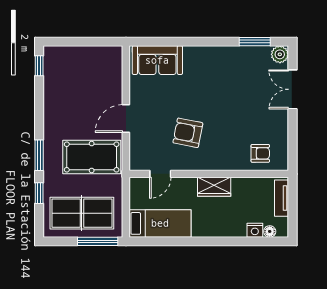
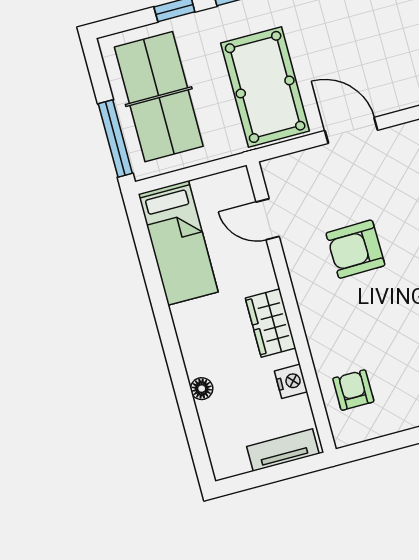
armchair: (188, 133) -> (355, 249), turned -102
armchair: (260, 153) -> (353, 390), turned 180
nightstand: (255, 230) -> (291, 381), moved, turned 180
floor lamp: (270, 231) -> (202, 389), moved

